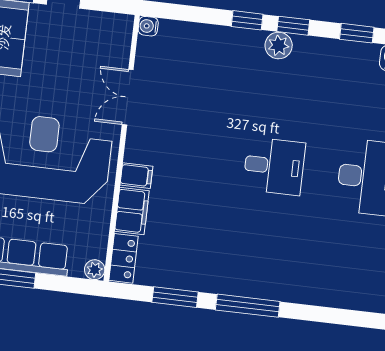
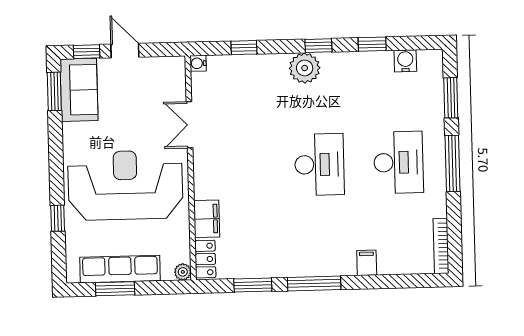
window: (247, 20) -> (244, 48), moved
plant: (279, 45) -> (305, 68), width x1.36, depth x1.36
desk: (274, 166) -> (319, 164), width x1.37
filing cabinet: (136, 176) -> (367, 263), moved, turned -90

